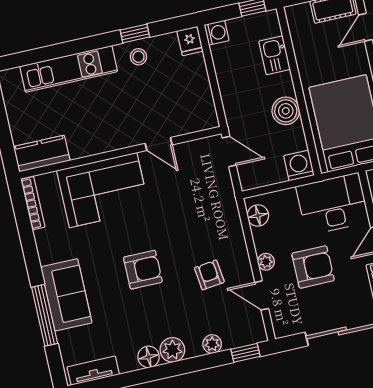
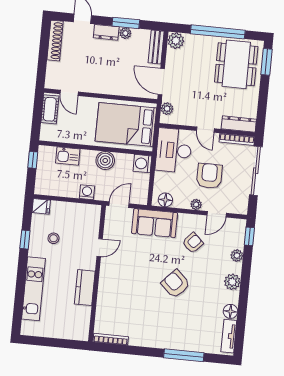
washing machine: (217, 33) -> (87, 192), moved
stool: (138, 57) -> (54, 238), moved
kitchen counter: (42, 154) -> (85, 288), moved
corner sofa: (103, 190) -> (117, 292), removed
armchair: (143, 270) -> (176, 284), turned -47
armchair: (209, 275) -> (193, 243), turned 140
sofa: (66, 295) -> (155, 223), moved, turned 180
floor lamp: (149, 357) -> (230, 311), moved

